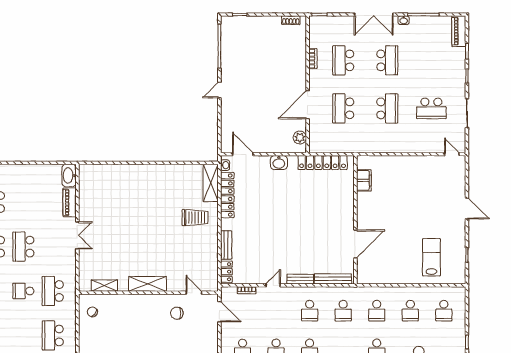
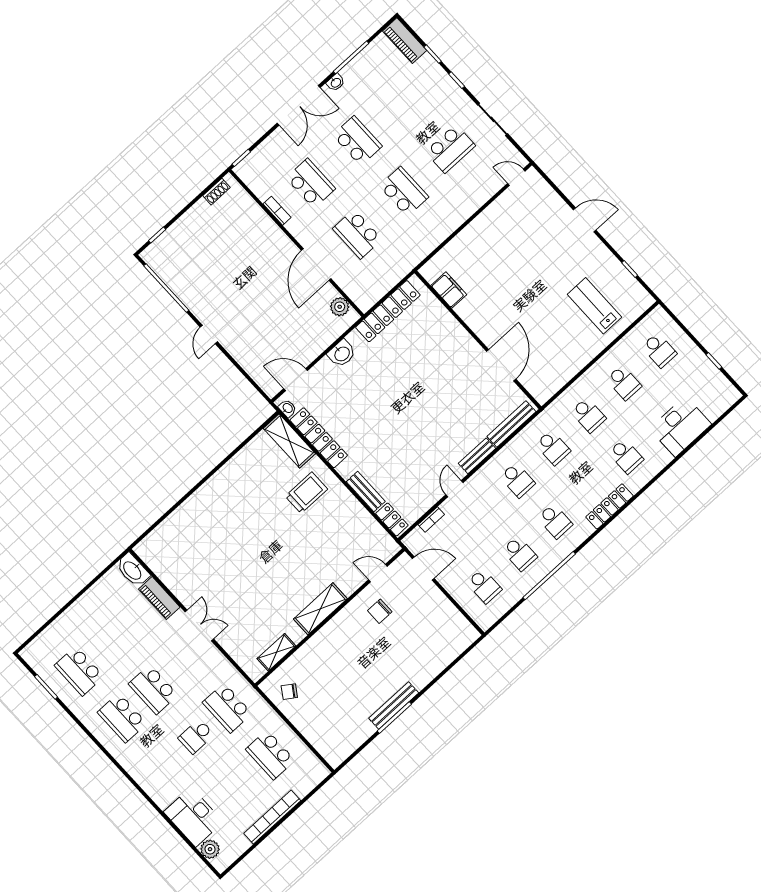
school desk: (343, 60) -> (311, 183), turned 180

